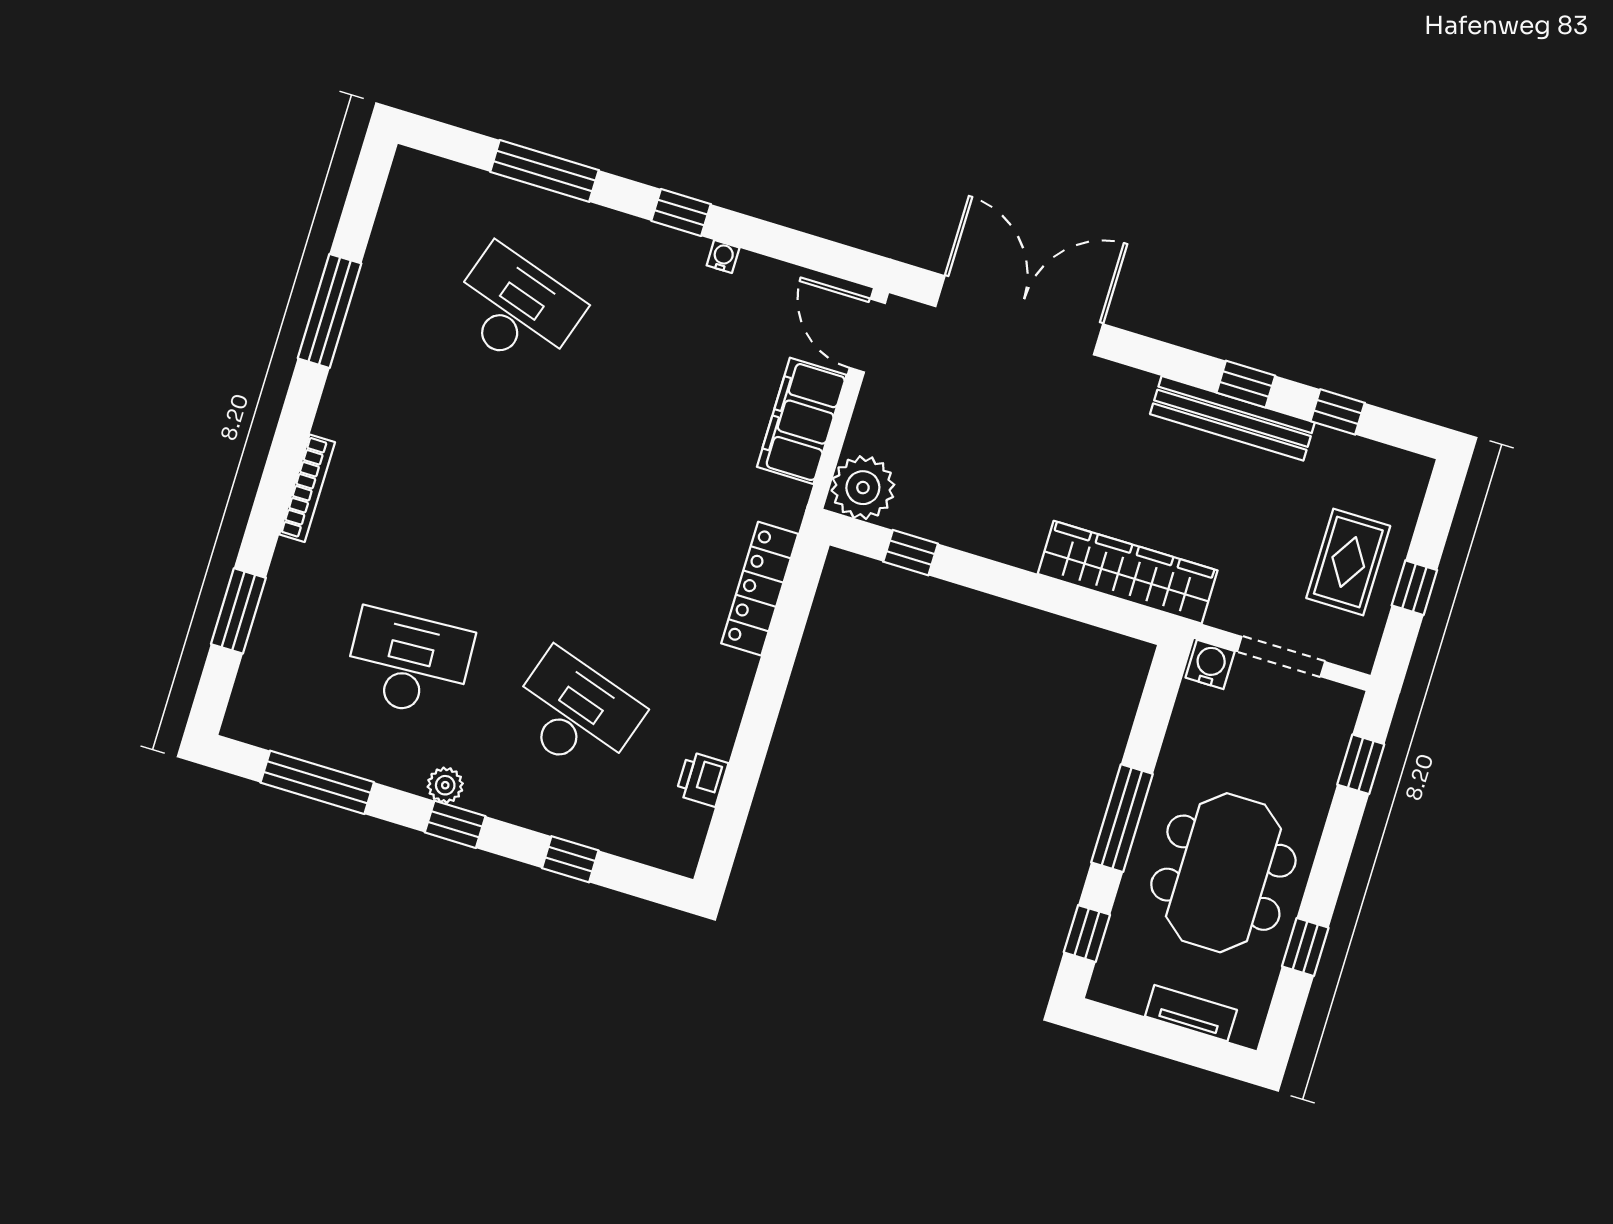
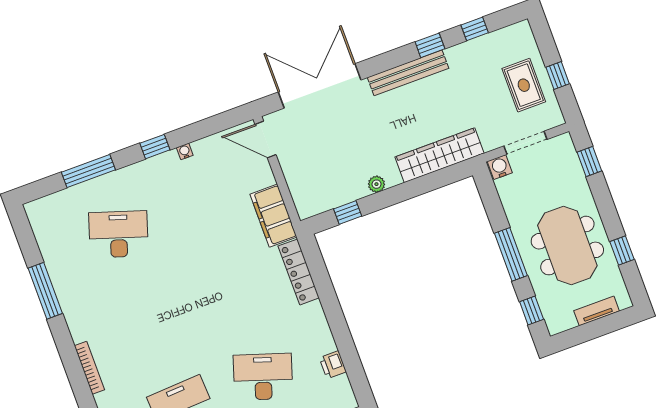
bench: (1232, 418) -> (408, 73), moved
filing cabinet: (802, 421) -> (273, 216), moved
plant: (863, 488) -> (376, 184), moved, width x0.53, depth x0.53

